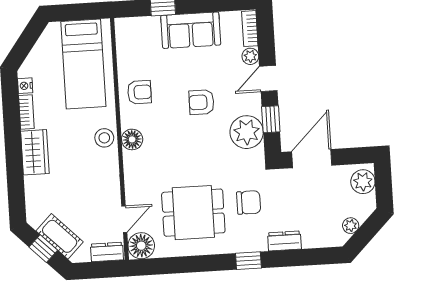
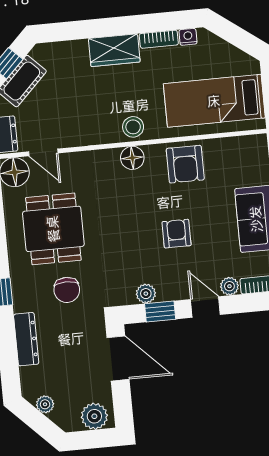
armchair: (139, 92) -> (185, 164), width x1.38, depth x1.38
plant: (247, 132) -> (146, 294), width x0.53, depth x0.53
dresser: (284, 241) -> (26, 339), width x1.44

